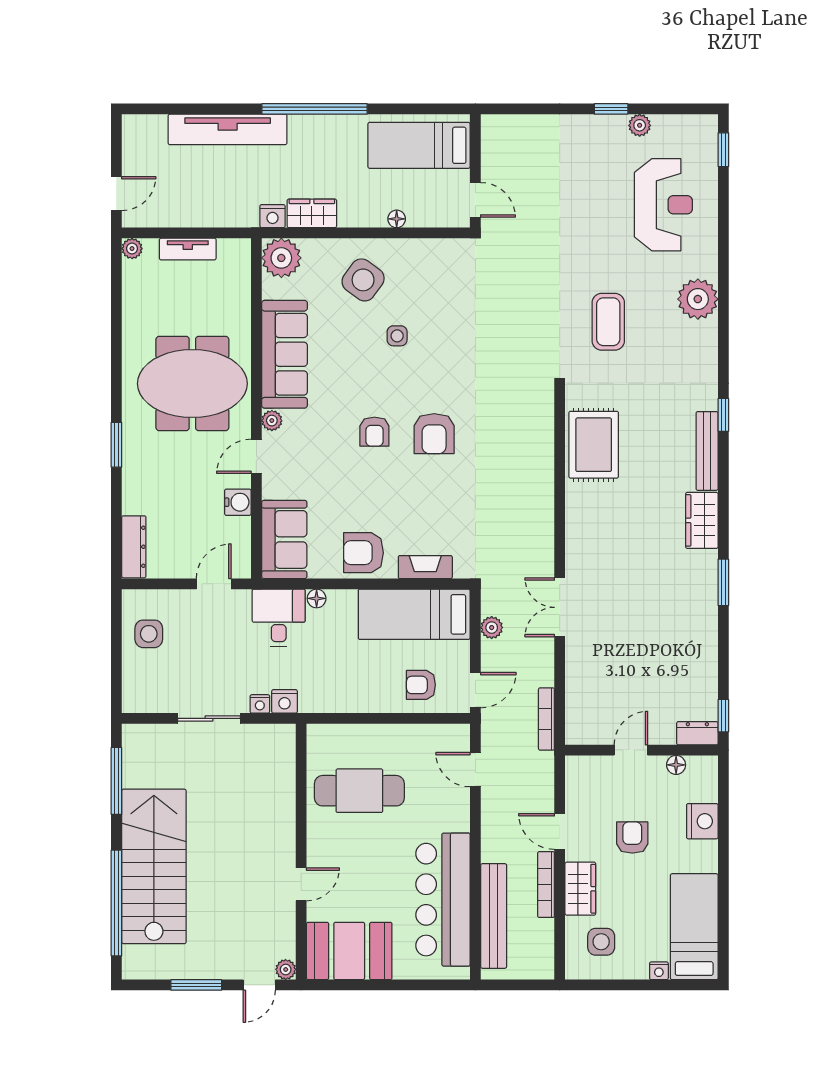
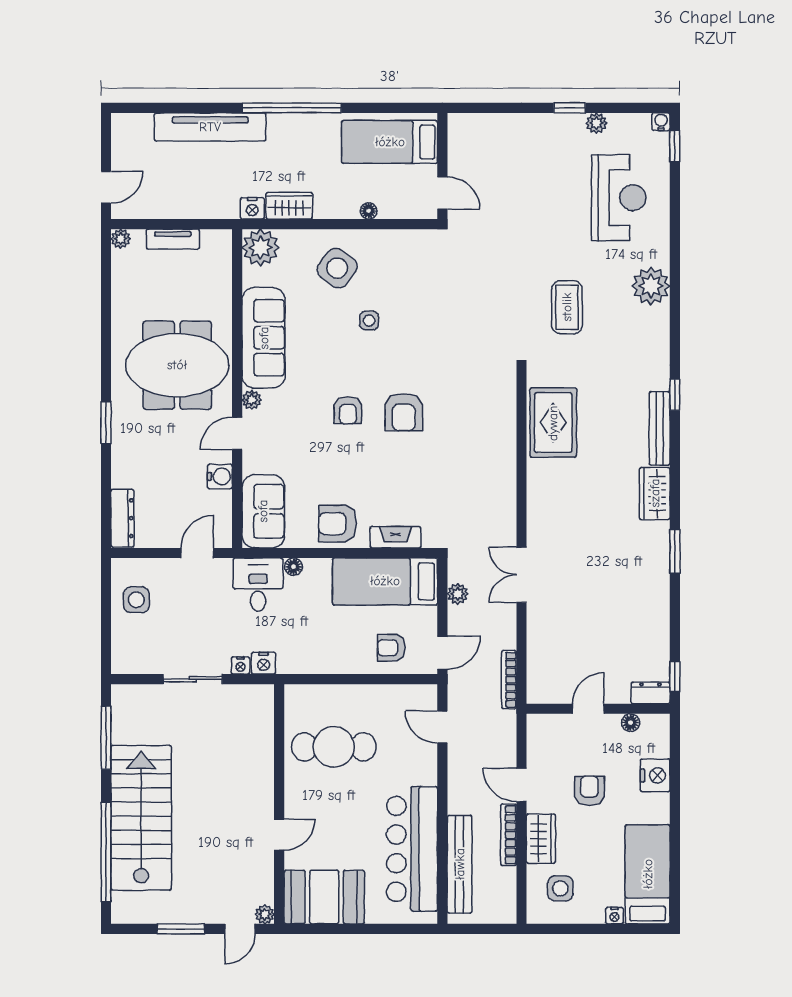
water cooler: (709, 124) -> (661, 122), added

